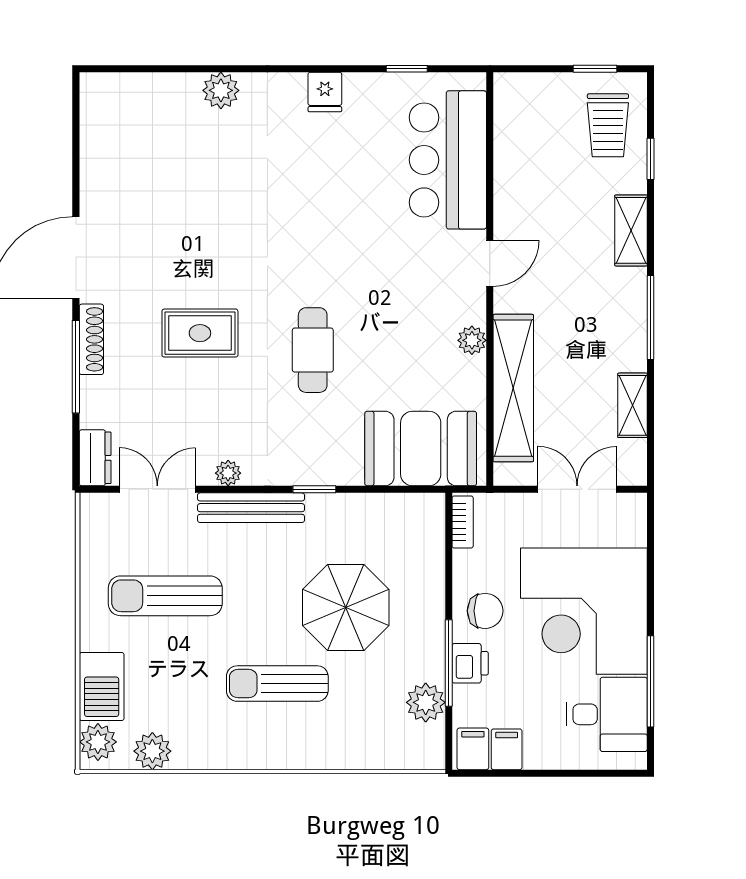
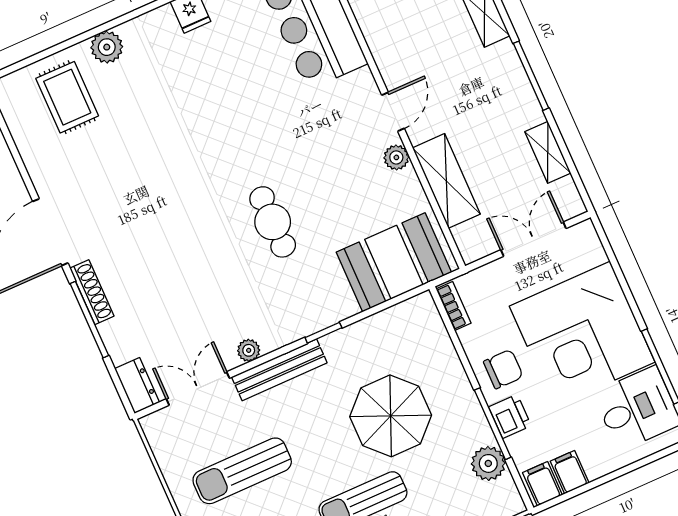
door: (490, 263) -> (393, 112), moved
rug: (200, 333) -> (67, 97), moved, turned 90
shelving: (513, 388) -> (446, 181), width x0.68

